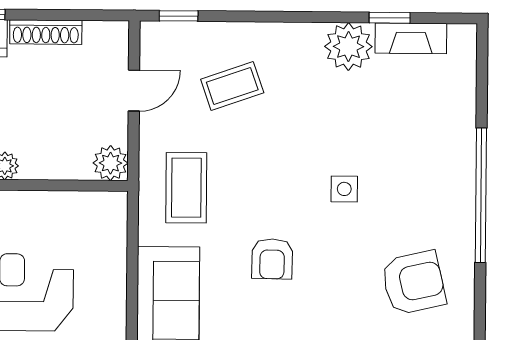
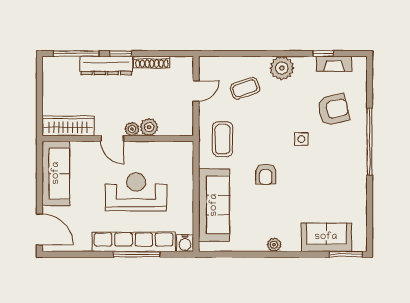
window: (179, 16) -> (218, 53), removed
plant: (348, 47) -> (282, 68), moved
plant: (110, 163) -> (149, 127), moved
armchair: (414, 283) -> (333, 109), moved

